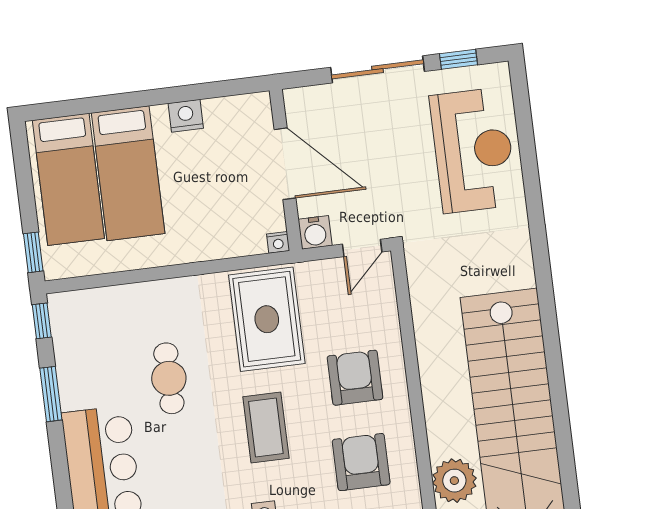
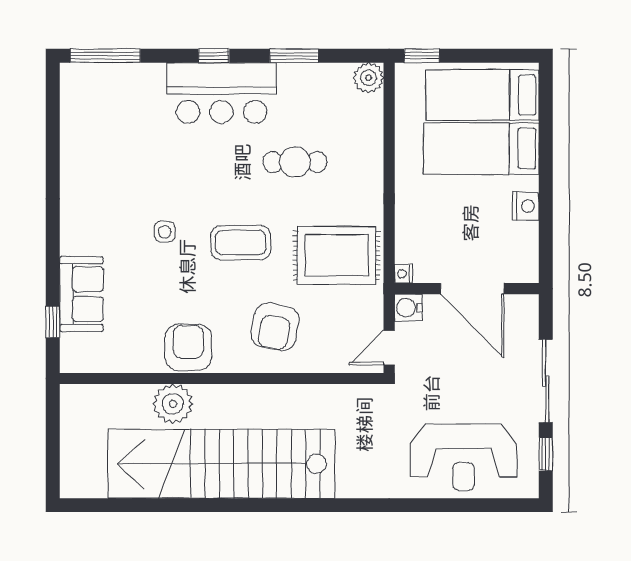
door: (285, 164) -> (472, 289), hinge flipped
door: (362, 248) -> (389, 348), hinge flipped
plant: (65, 308) -> (369, 78), added
window: (42, 321) -> (214, 56), moved
armchair: (355, 378) -> (275, 327), turned 101
armchair: (361, 462) -> (188, 347), moved, turned -90

